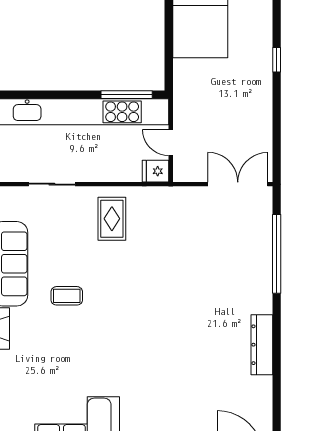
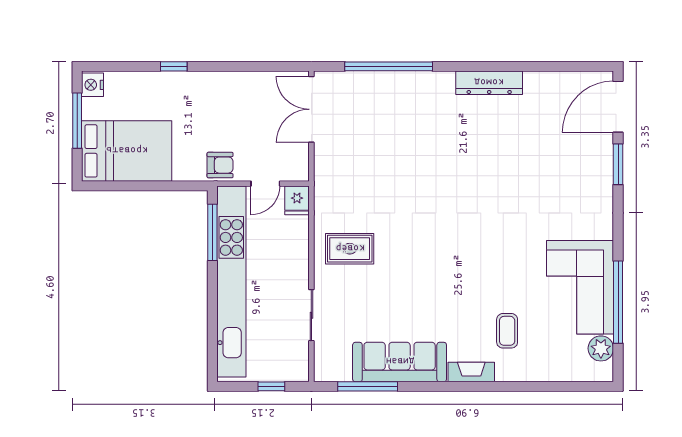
armchair: (188, 102) -> (220, 165), added
coffee table: (67, 296) -> (507, 331), moved

